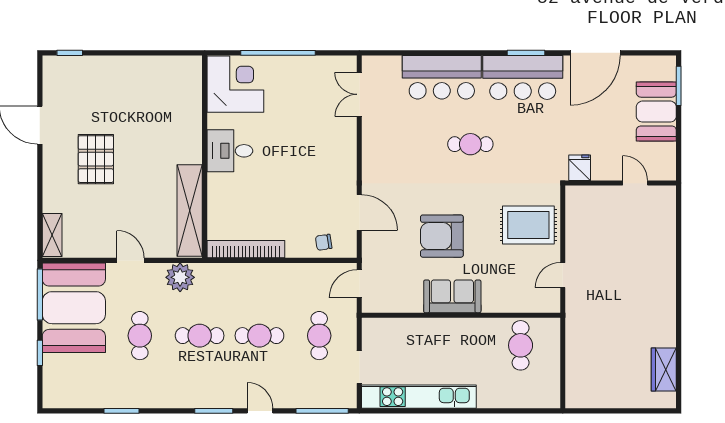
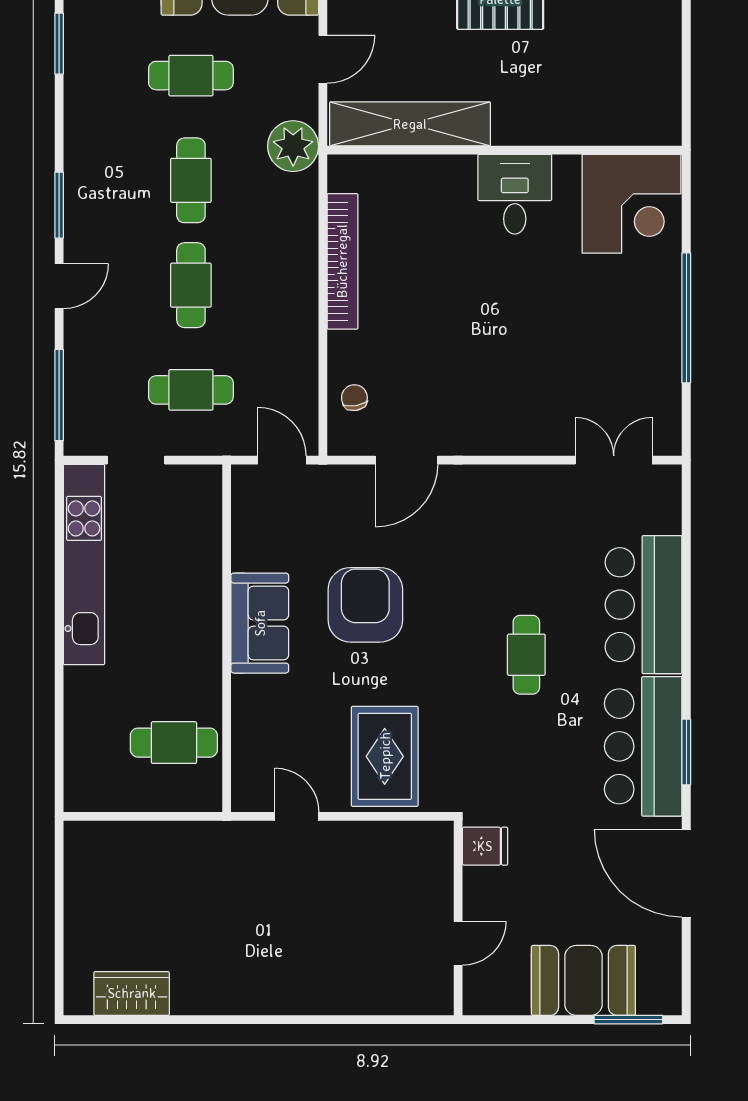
corner desk: (235, 84) -> (631, 204), moved
desk: (230, 151) -> (515, 194), moved
wall: (205, 157) -> (505, 150), moved
shelving: (190, 211) -> (410, 124), moved

